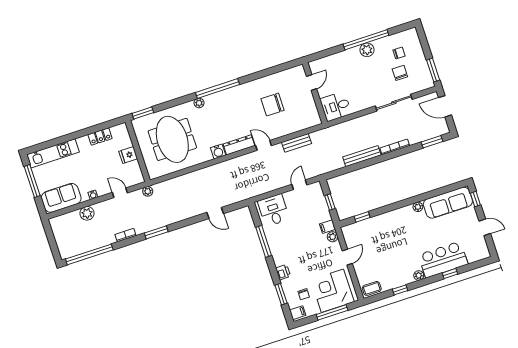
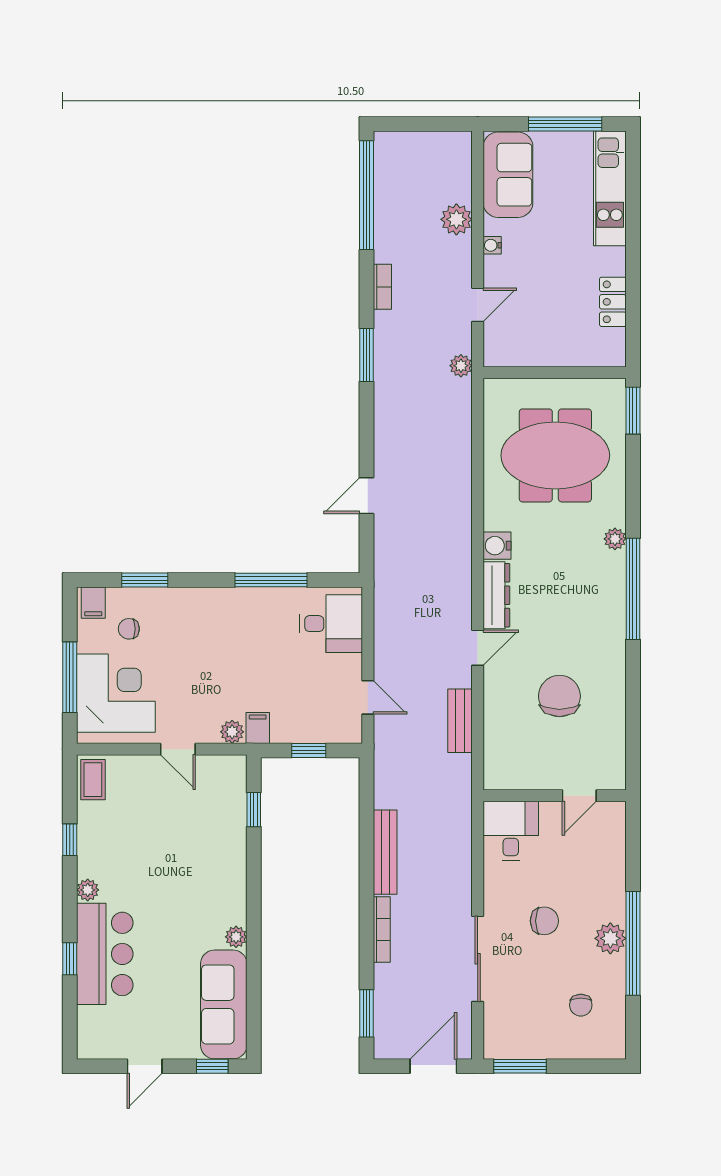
chair: (400, 73) -> (544, 921), moved
door: (312, 83) -> (579, 796), hinge flipped
fridge: (128, 155) -> (553, 349), removed
printer: (283, 272) -> (191, 600), removed

